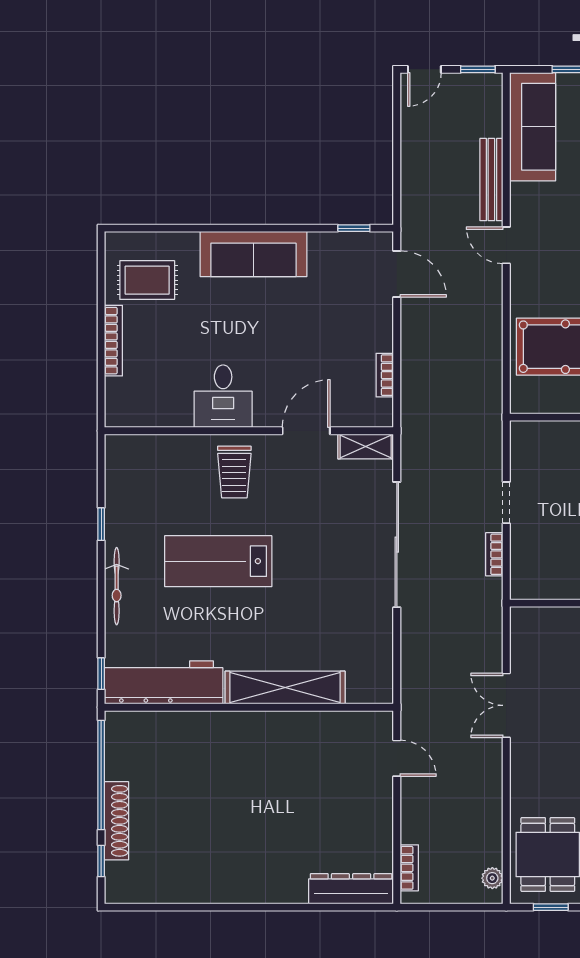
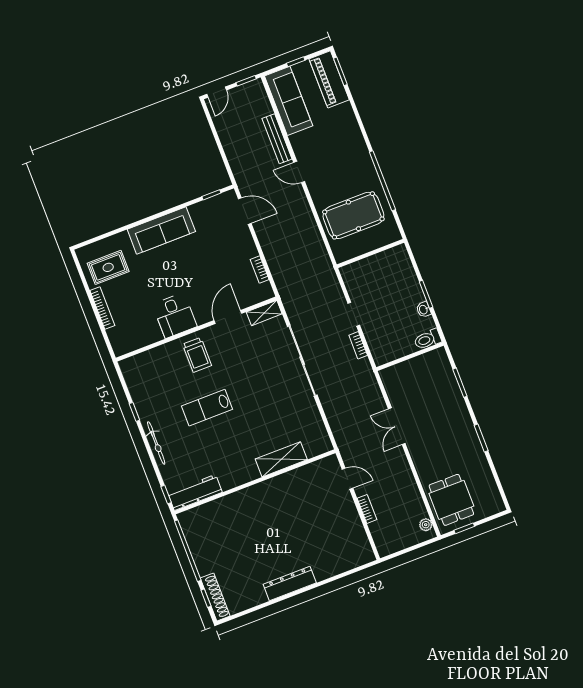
lab bench: (218, 561) -> (207, 408), width x0.73, depth x0.72
workbench: (164, 682) -> (195, 492), width x0.73, depth x0.76
shelving: (285, 688) -> (281, 459), width x0.68
shoe rack: (116, 821) -> (215, 597), moved
bookcase: (409, 868) -> (367, 509), moved
dresser: (351, 889) -> (290, 584), moved

